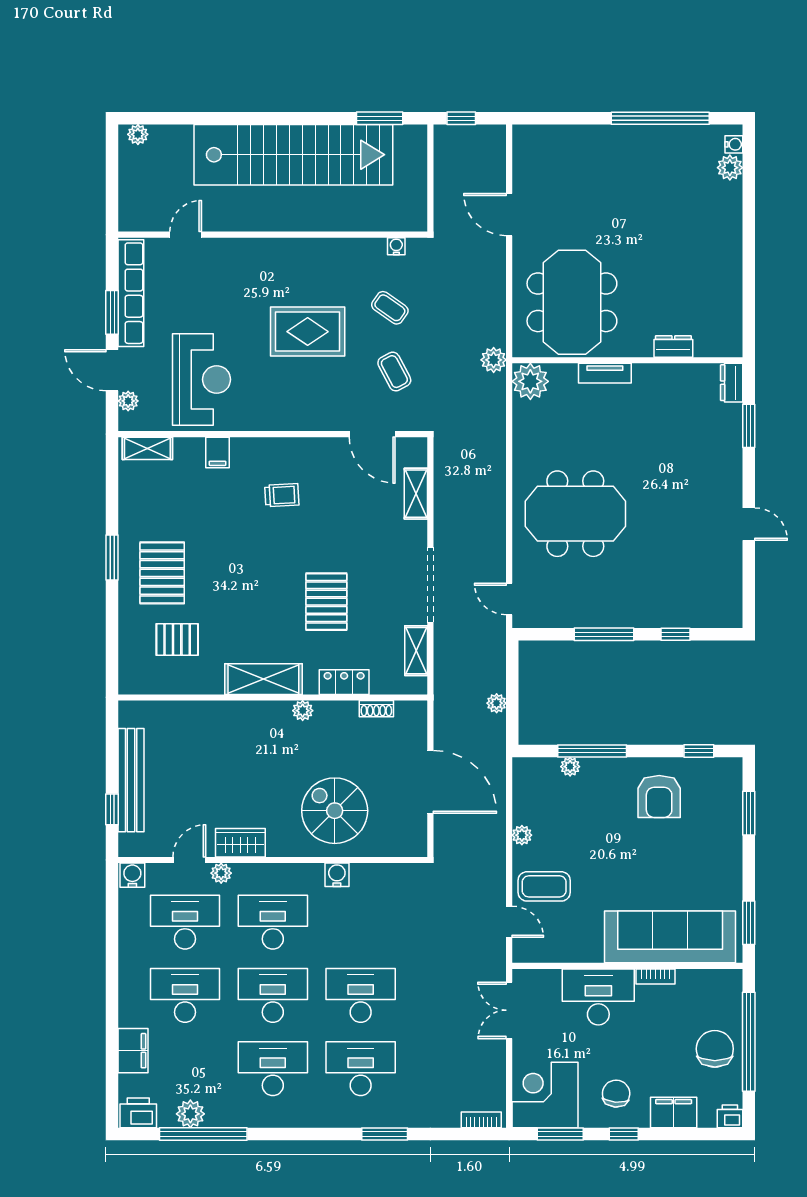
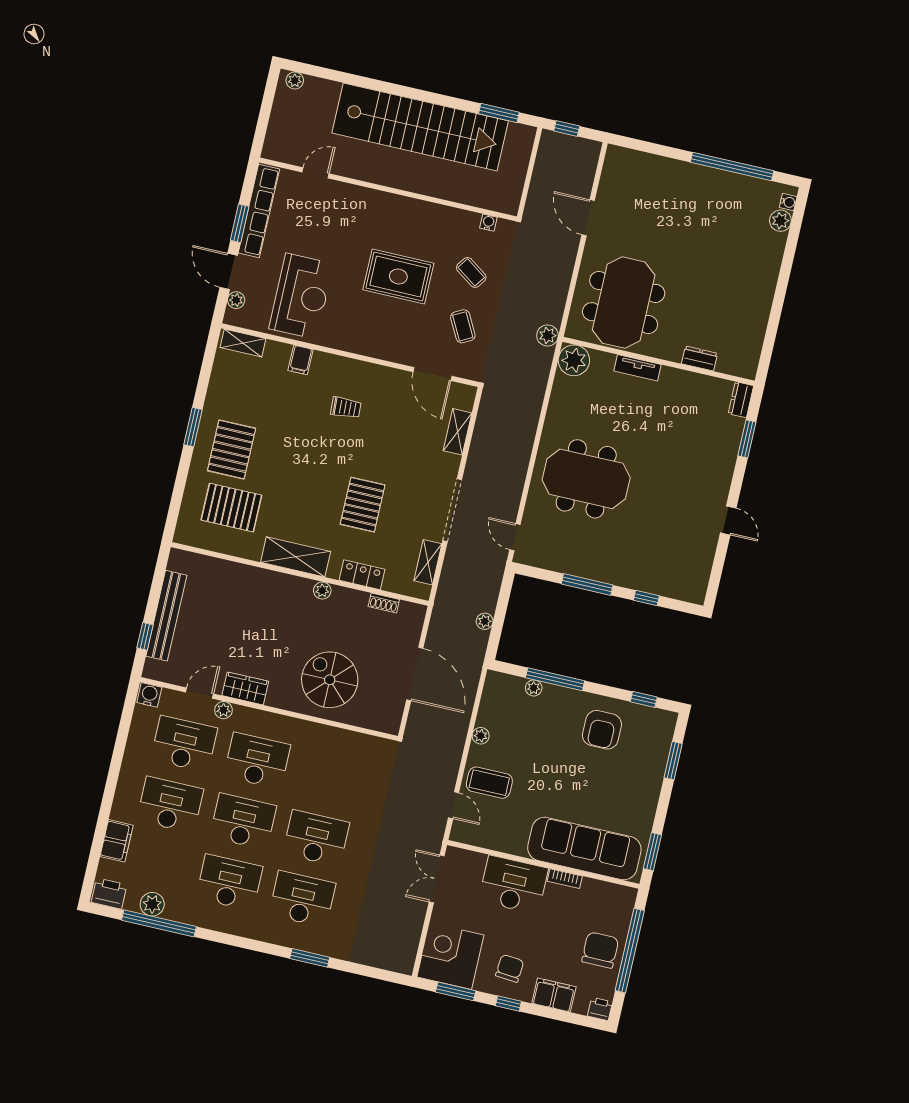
pallet: (177, 639) -> (231, 508), width x1.50, depth x1.42
water cooler: (337, 875) -> (319, 733), removed
bookcase: (481, 1120) -> (393, 965), removed

